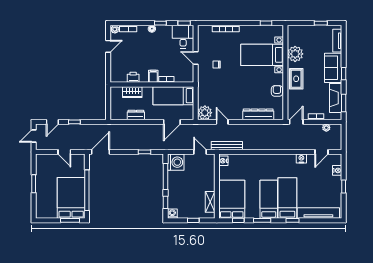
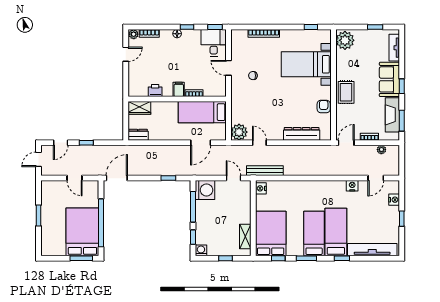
plant: (295, 54) -> (345, 40), moved
wardrobe: (132, 92) -> (139, 108), moved
dresser: (136, 115) -> (138, 135), moved

